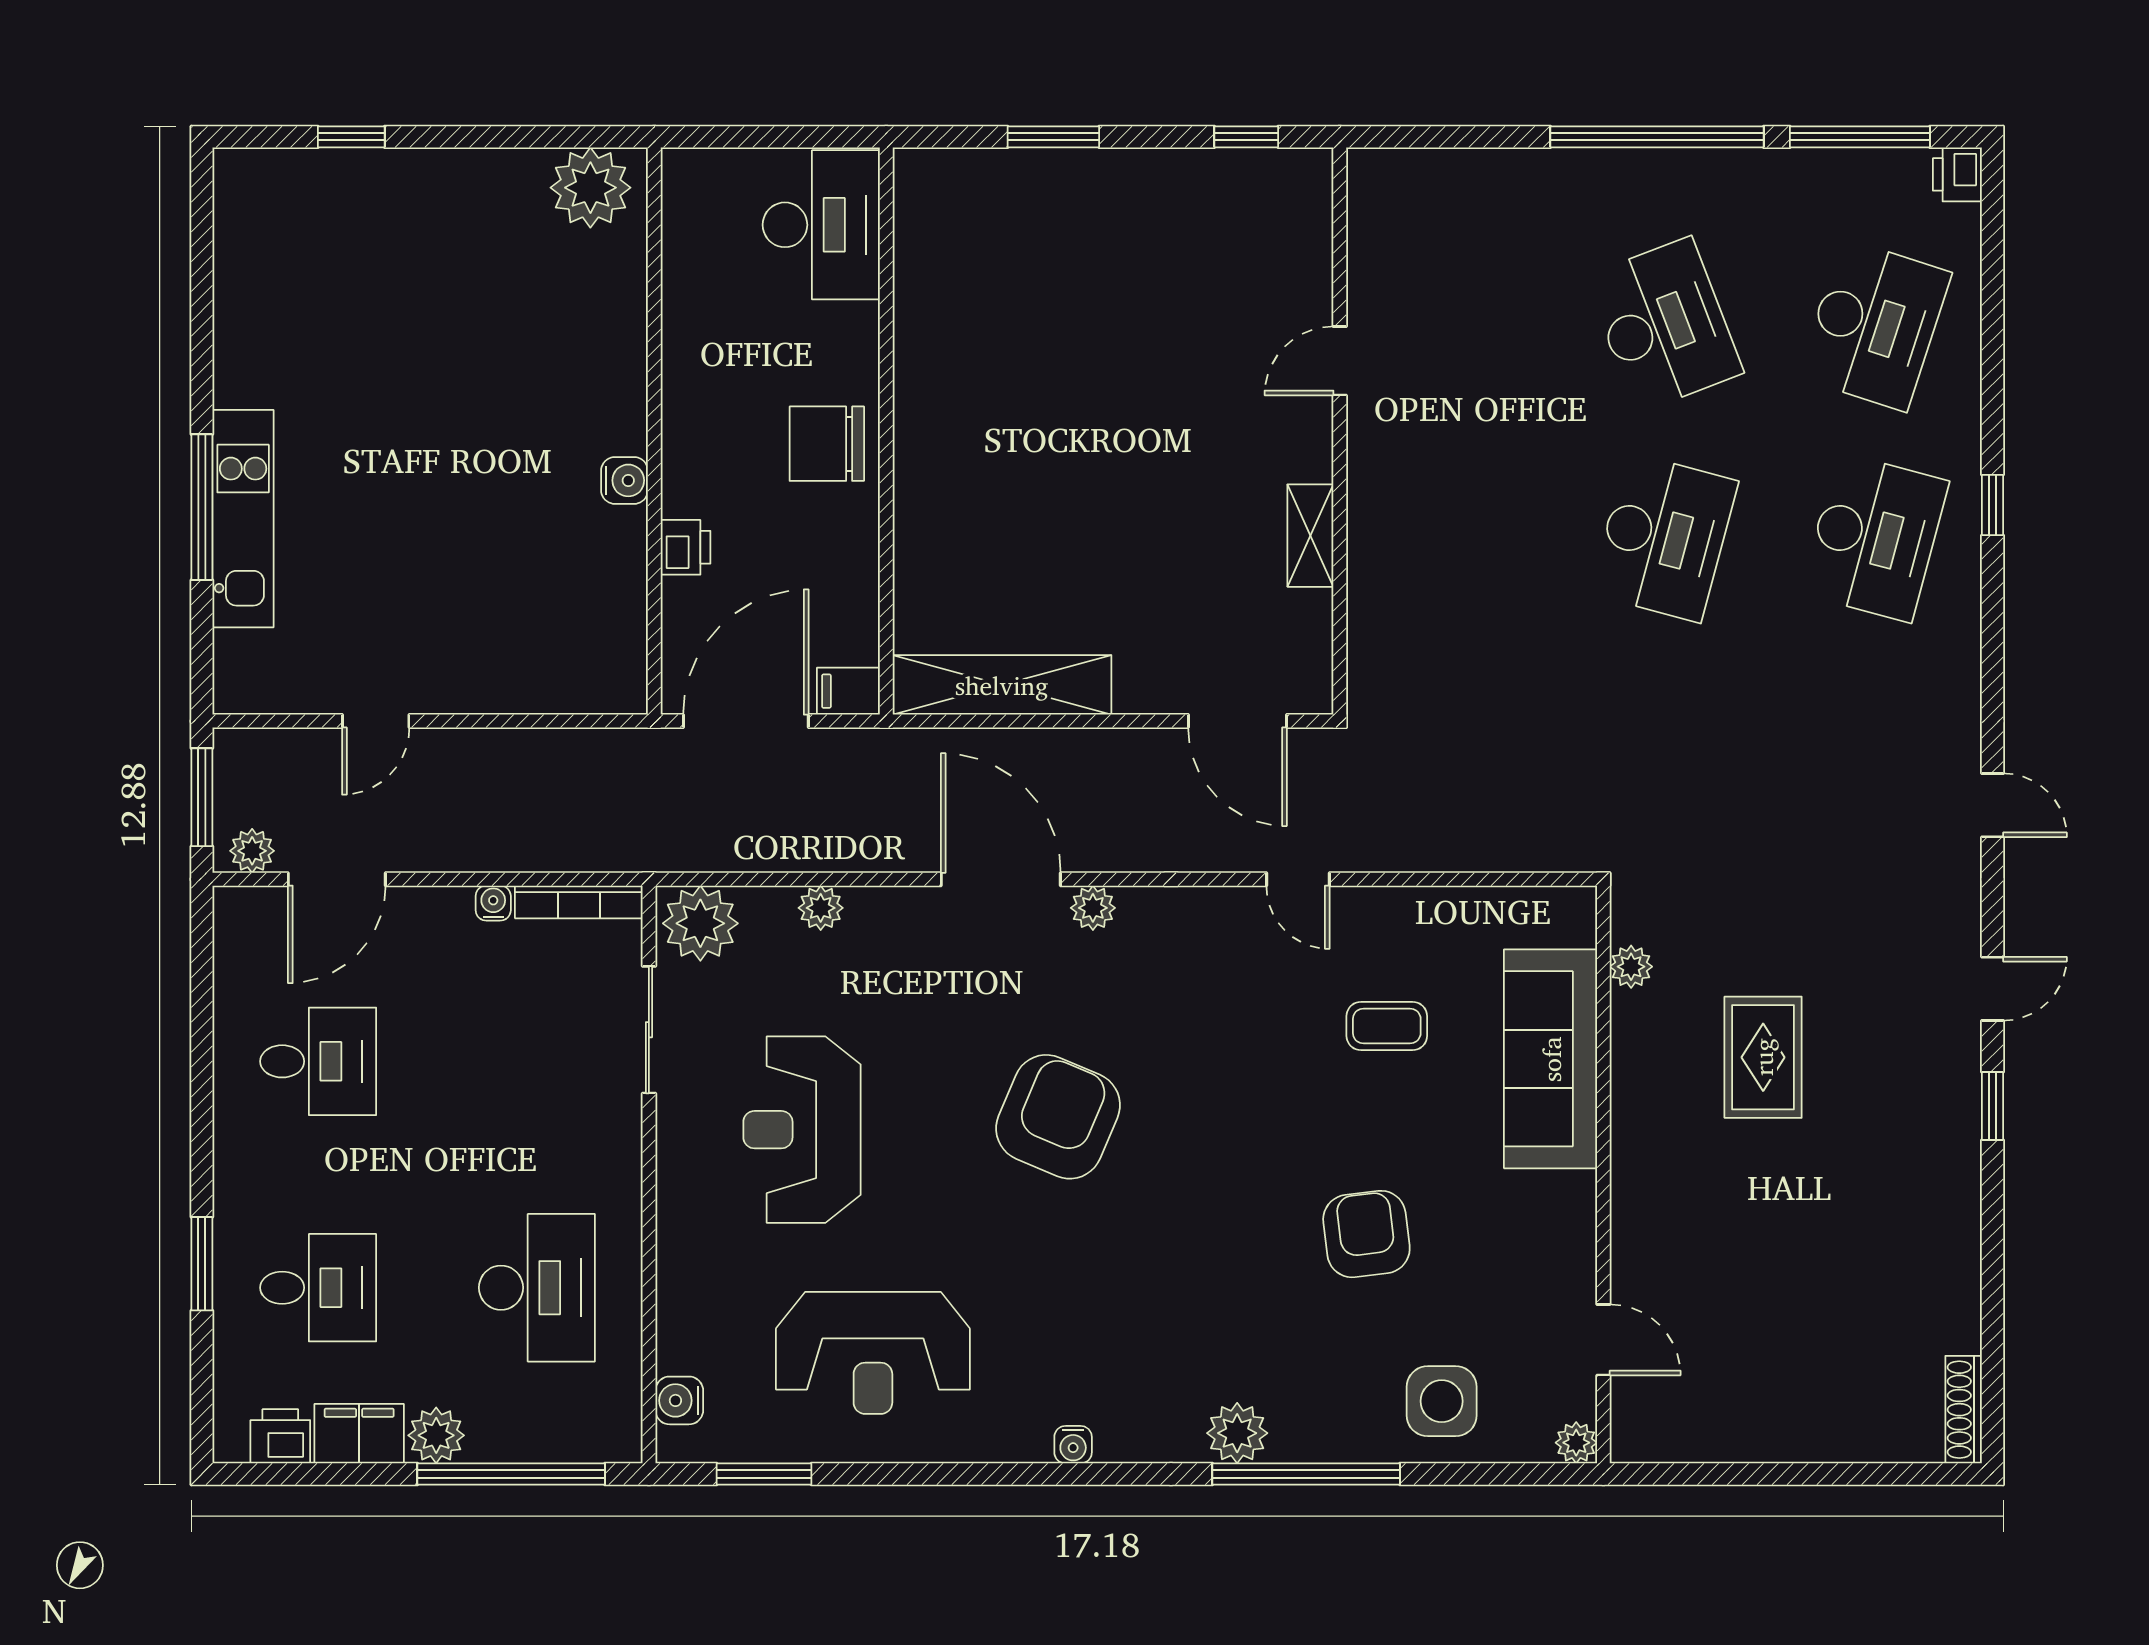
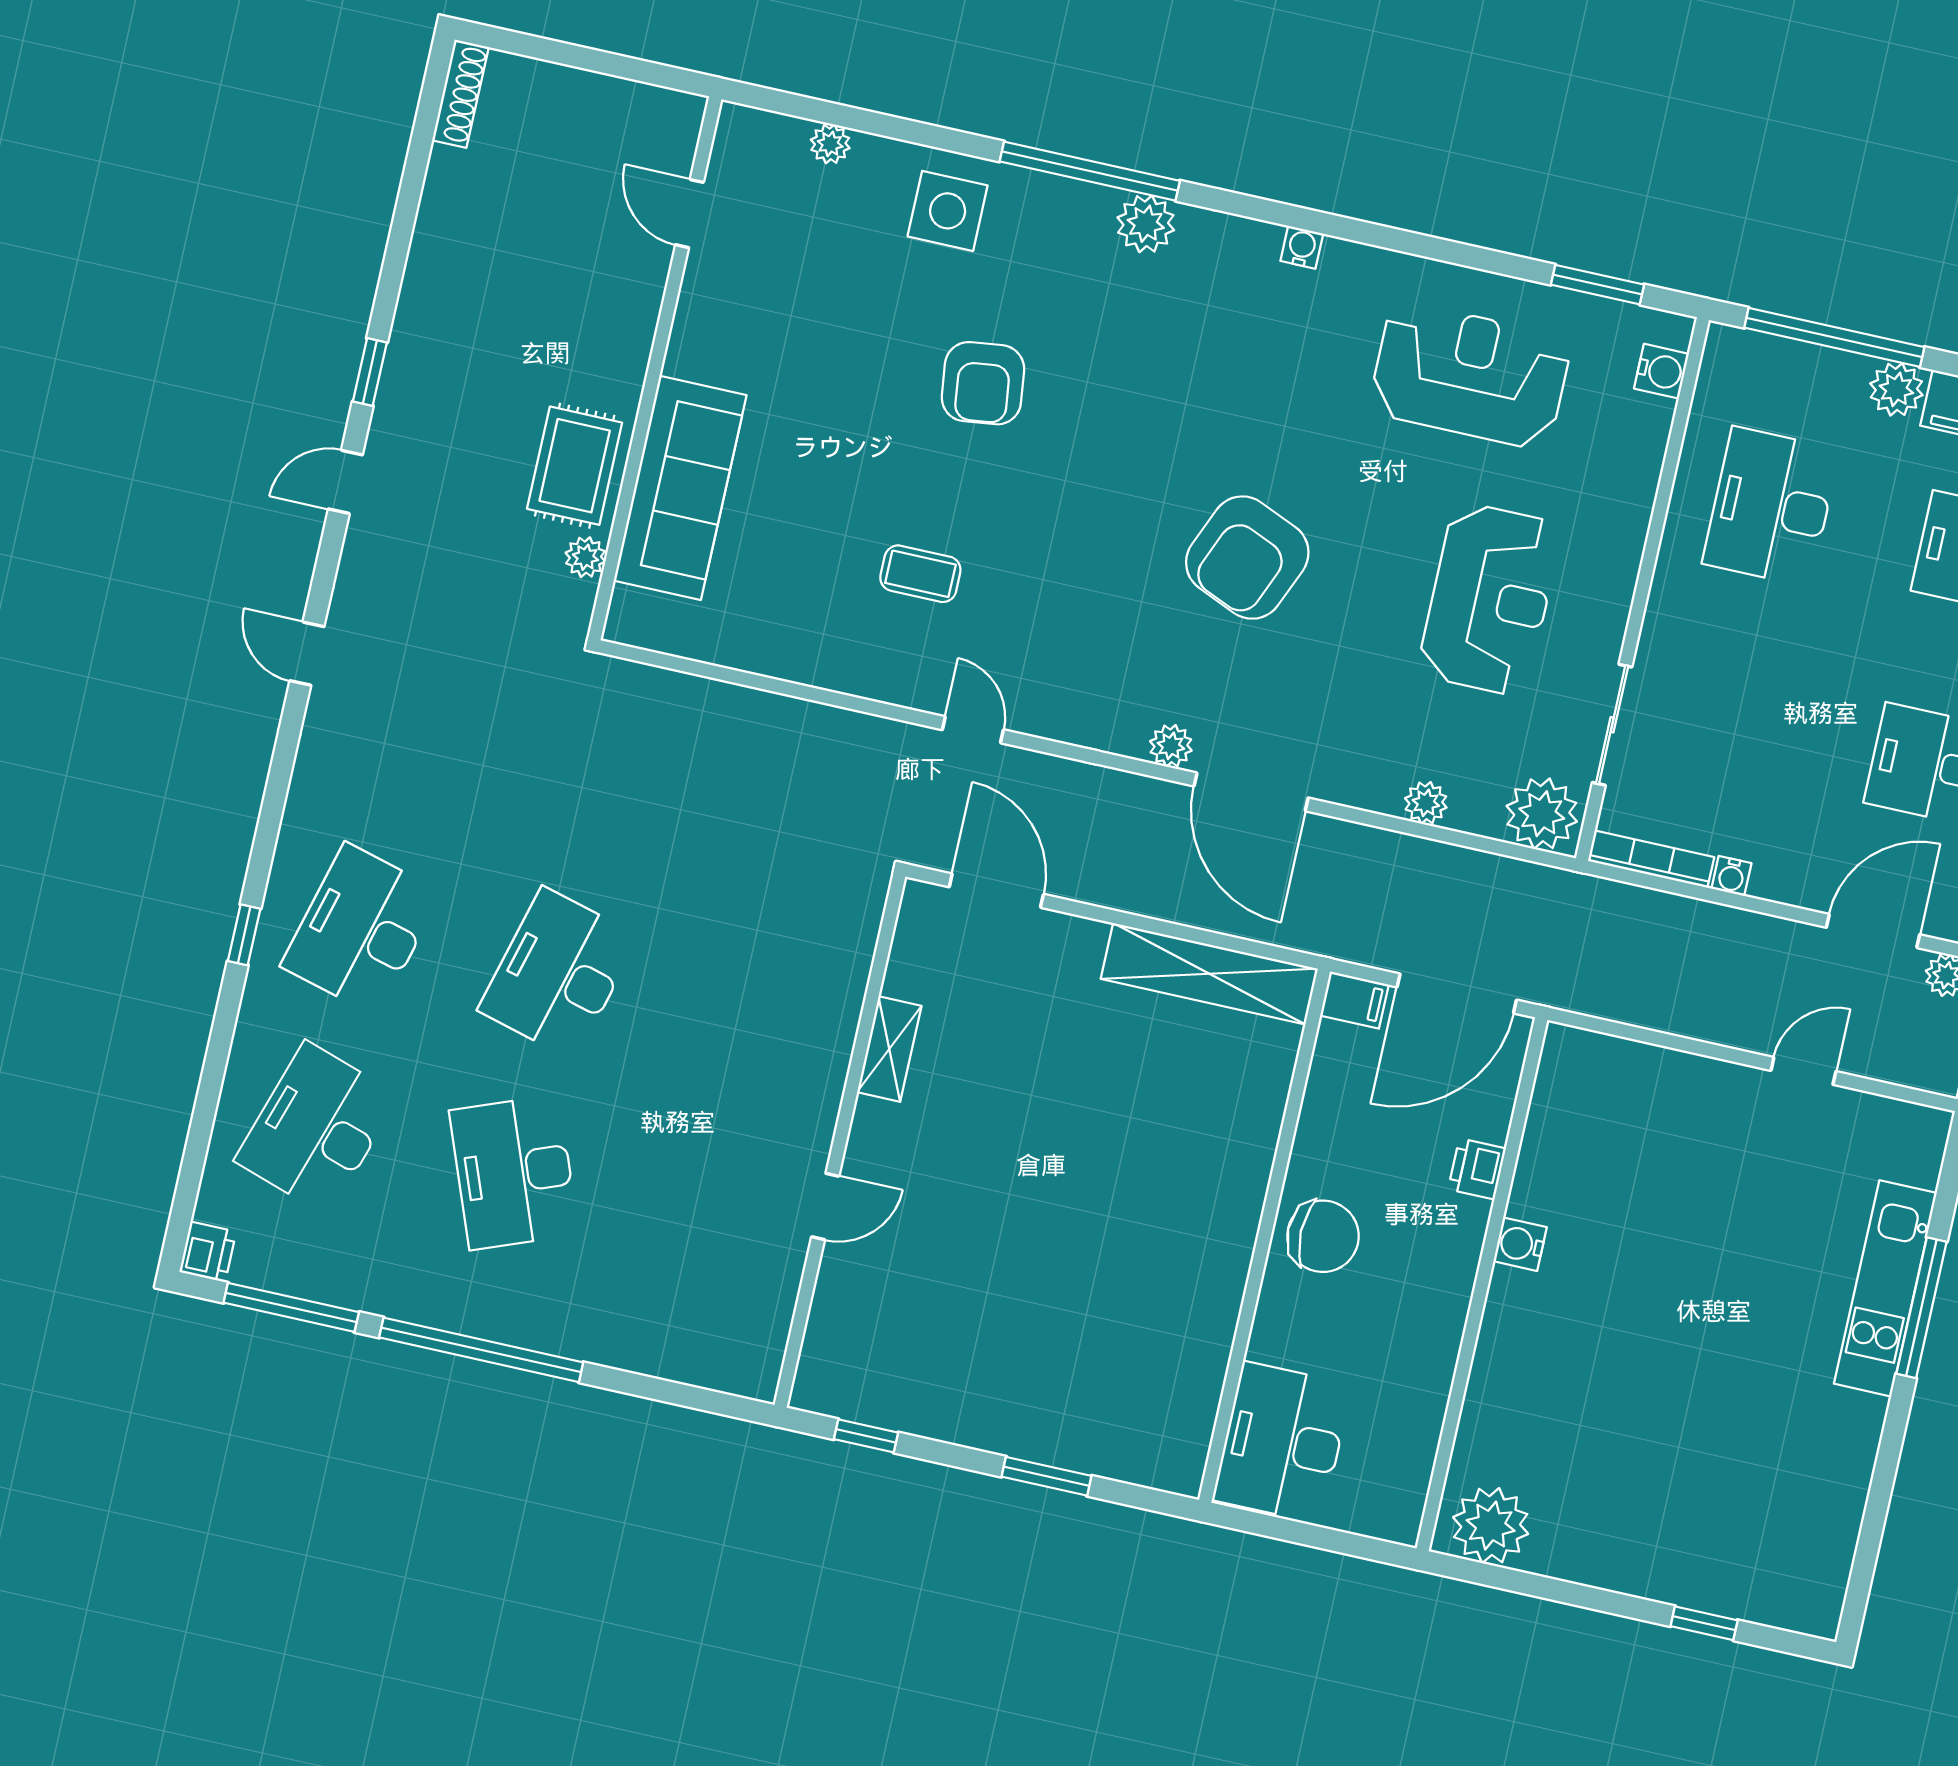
plant: (1631, 967) -> (585, 557), moved
sofa: (1551, 1059) -> (680, 488), moved
wall: (1603, 1175) -> (655, 368), moved
door: (1603, 1340) -> (689, 214), moved

